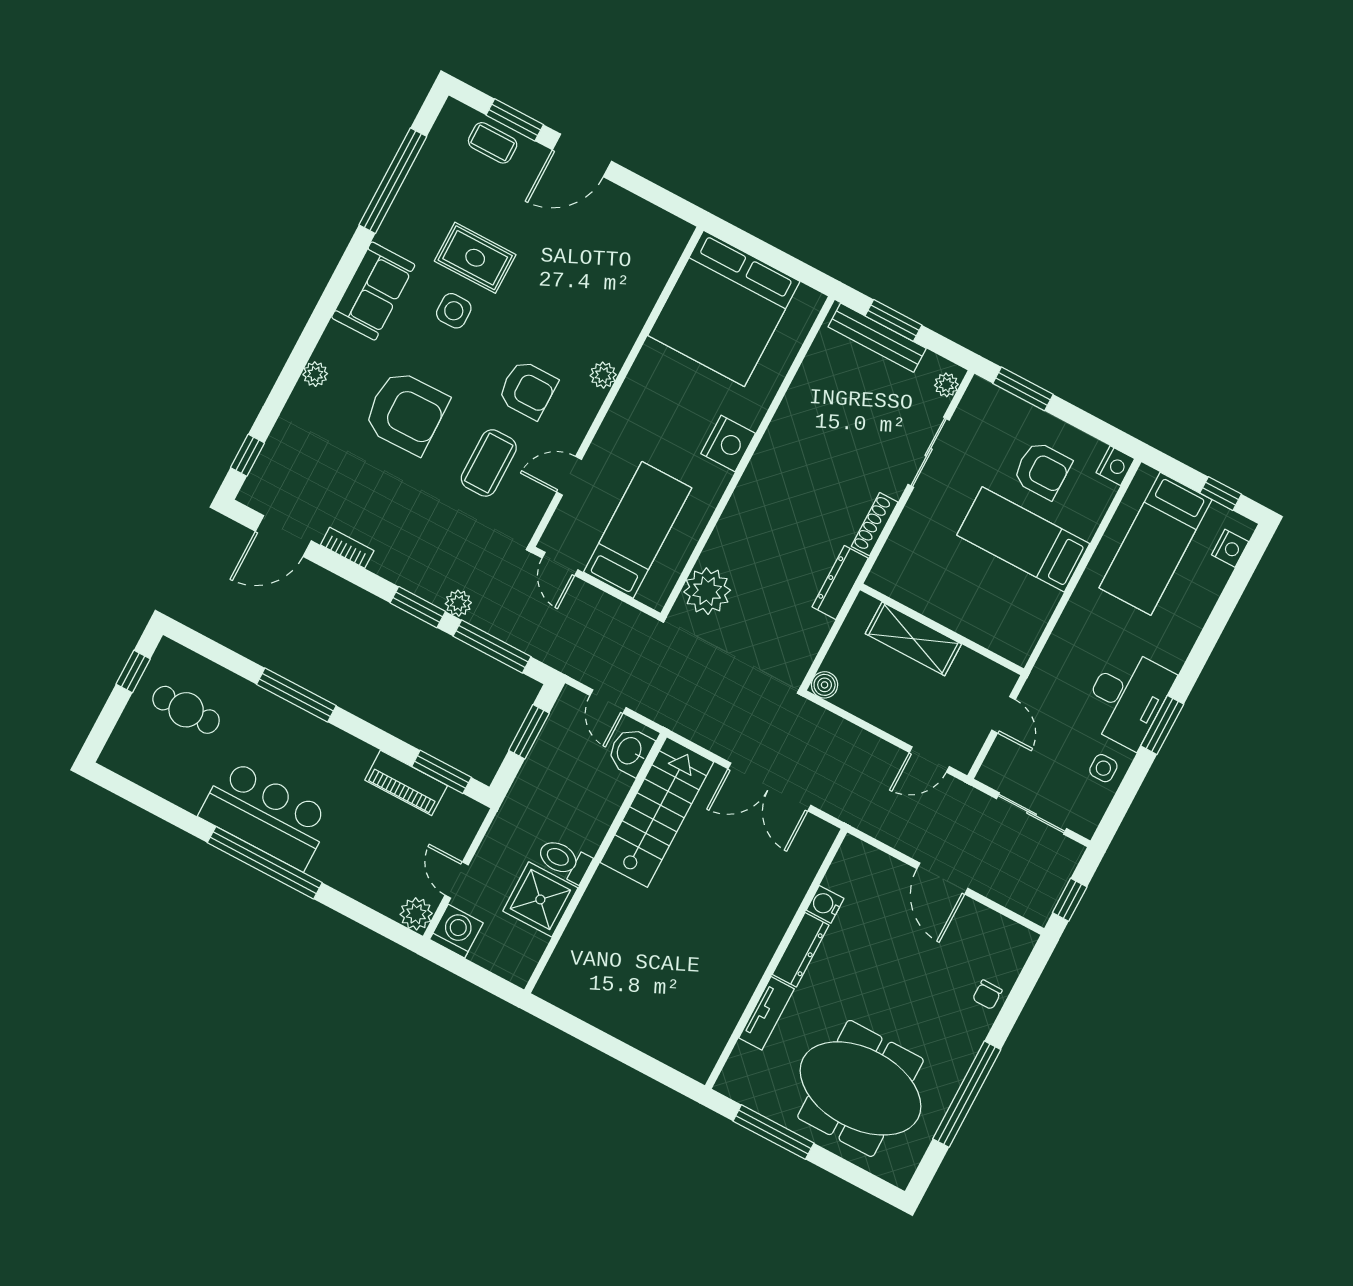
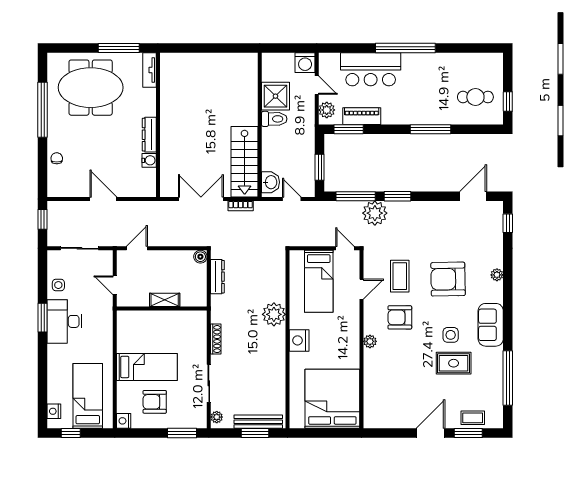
bookcase: (347, 548) -> (241, 206), moved
dresser: (840, 582) -> (217, 277), moved
plant: (707, 591) -> (274, 314), moved
plant: (458, 603) -> (375, 213), width x1.87, depth x1.87
shelving: (913, 639) -> (165, 300), width x0.67, depth x0.75
bar counter: (266, 815) -> (371, 69), moved
plant: (416, 914) -> (327, 110), moved
tv unit: (766, 1013) -> (149, 70), moved

